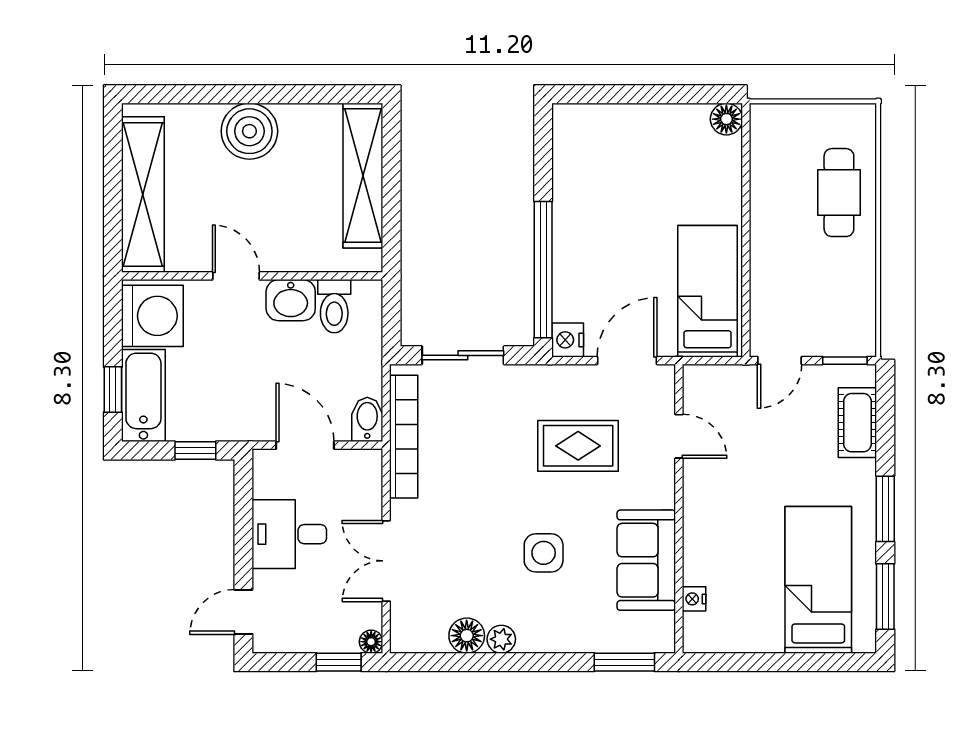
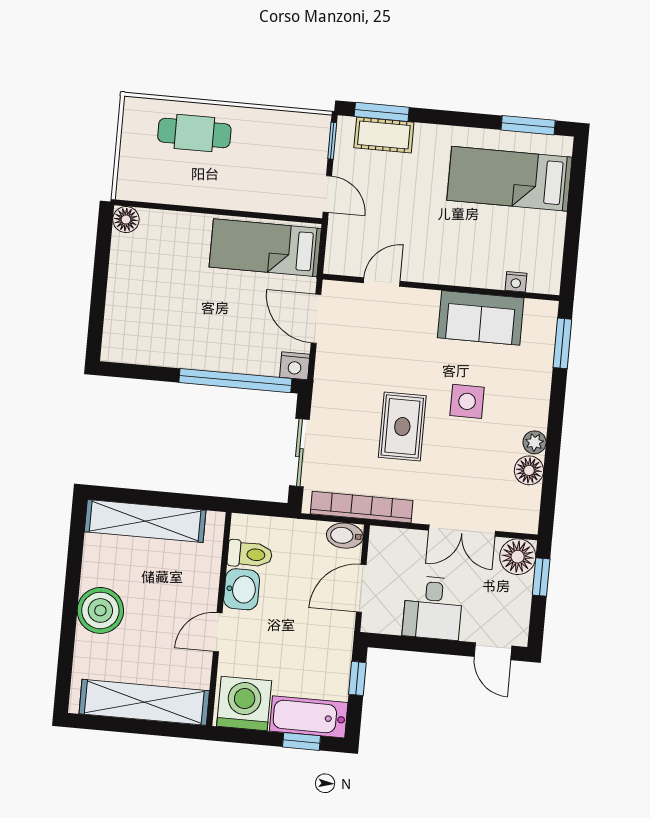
rug: (578, 446) -> (402, 427), moved
window: (885, 509) -> (382, 112), moved
floor lamp: (371, 642) -> (518, 557), width x1.89, depth x1.89

